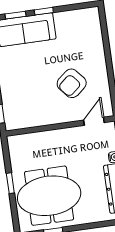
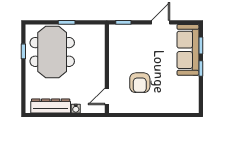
armchair: (72, 83) -> (140, 83), turned -140
door: (94, 121) -> (107, 96), swing flipped

